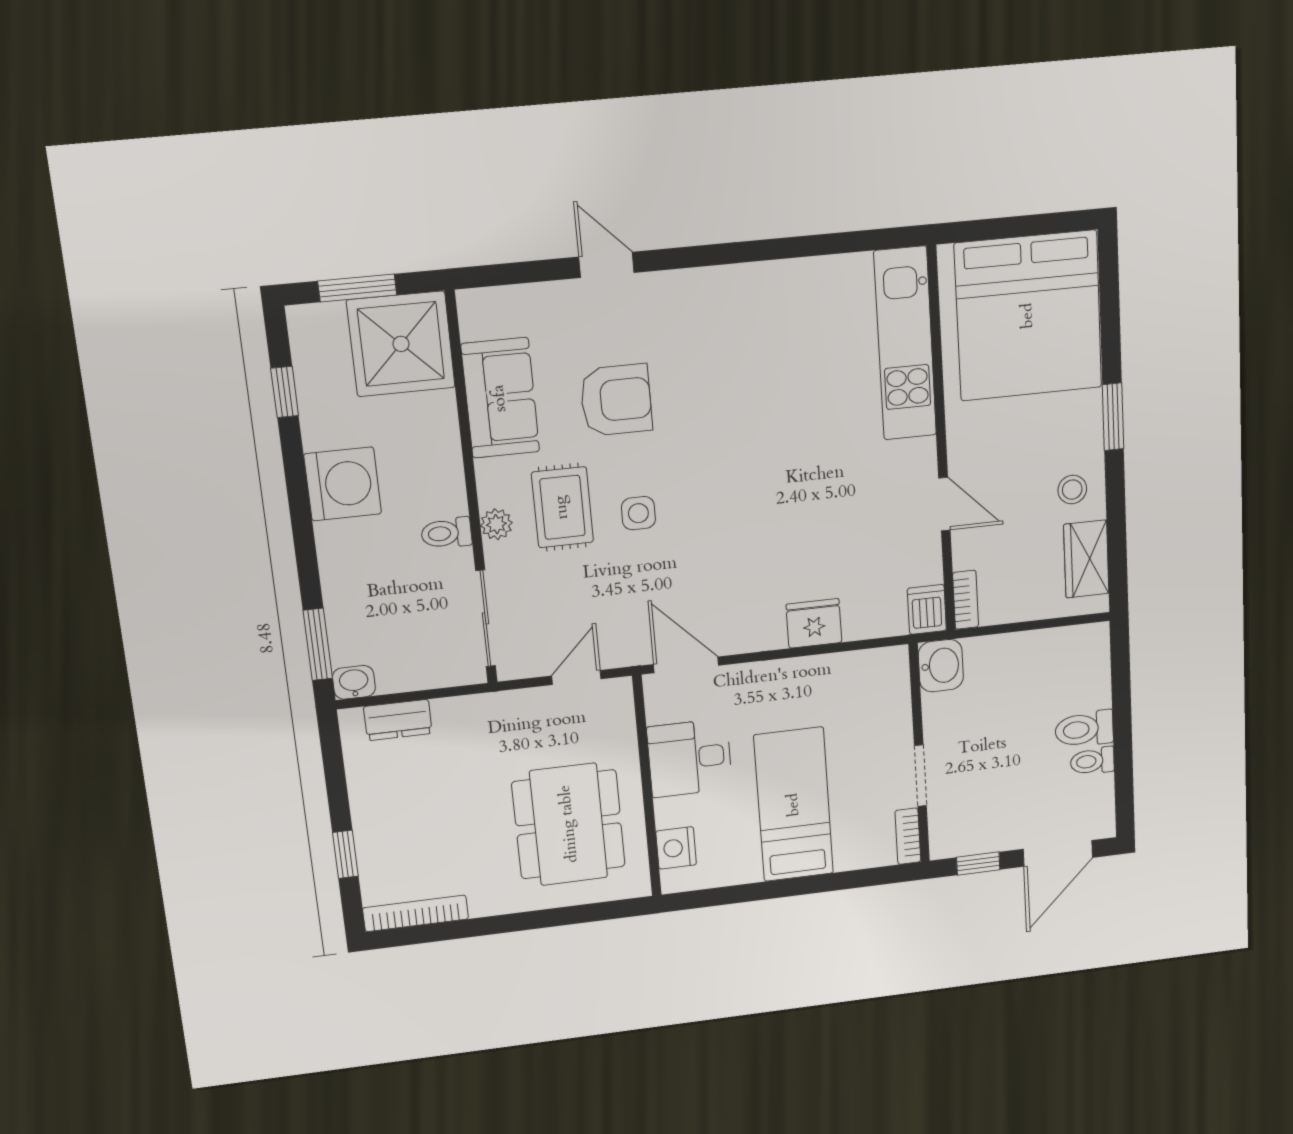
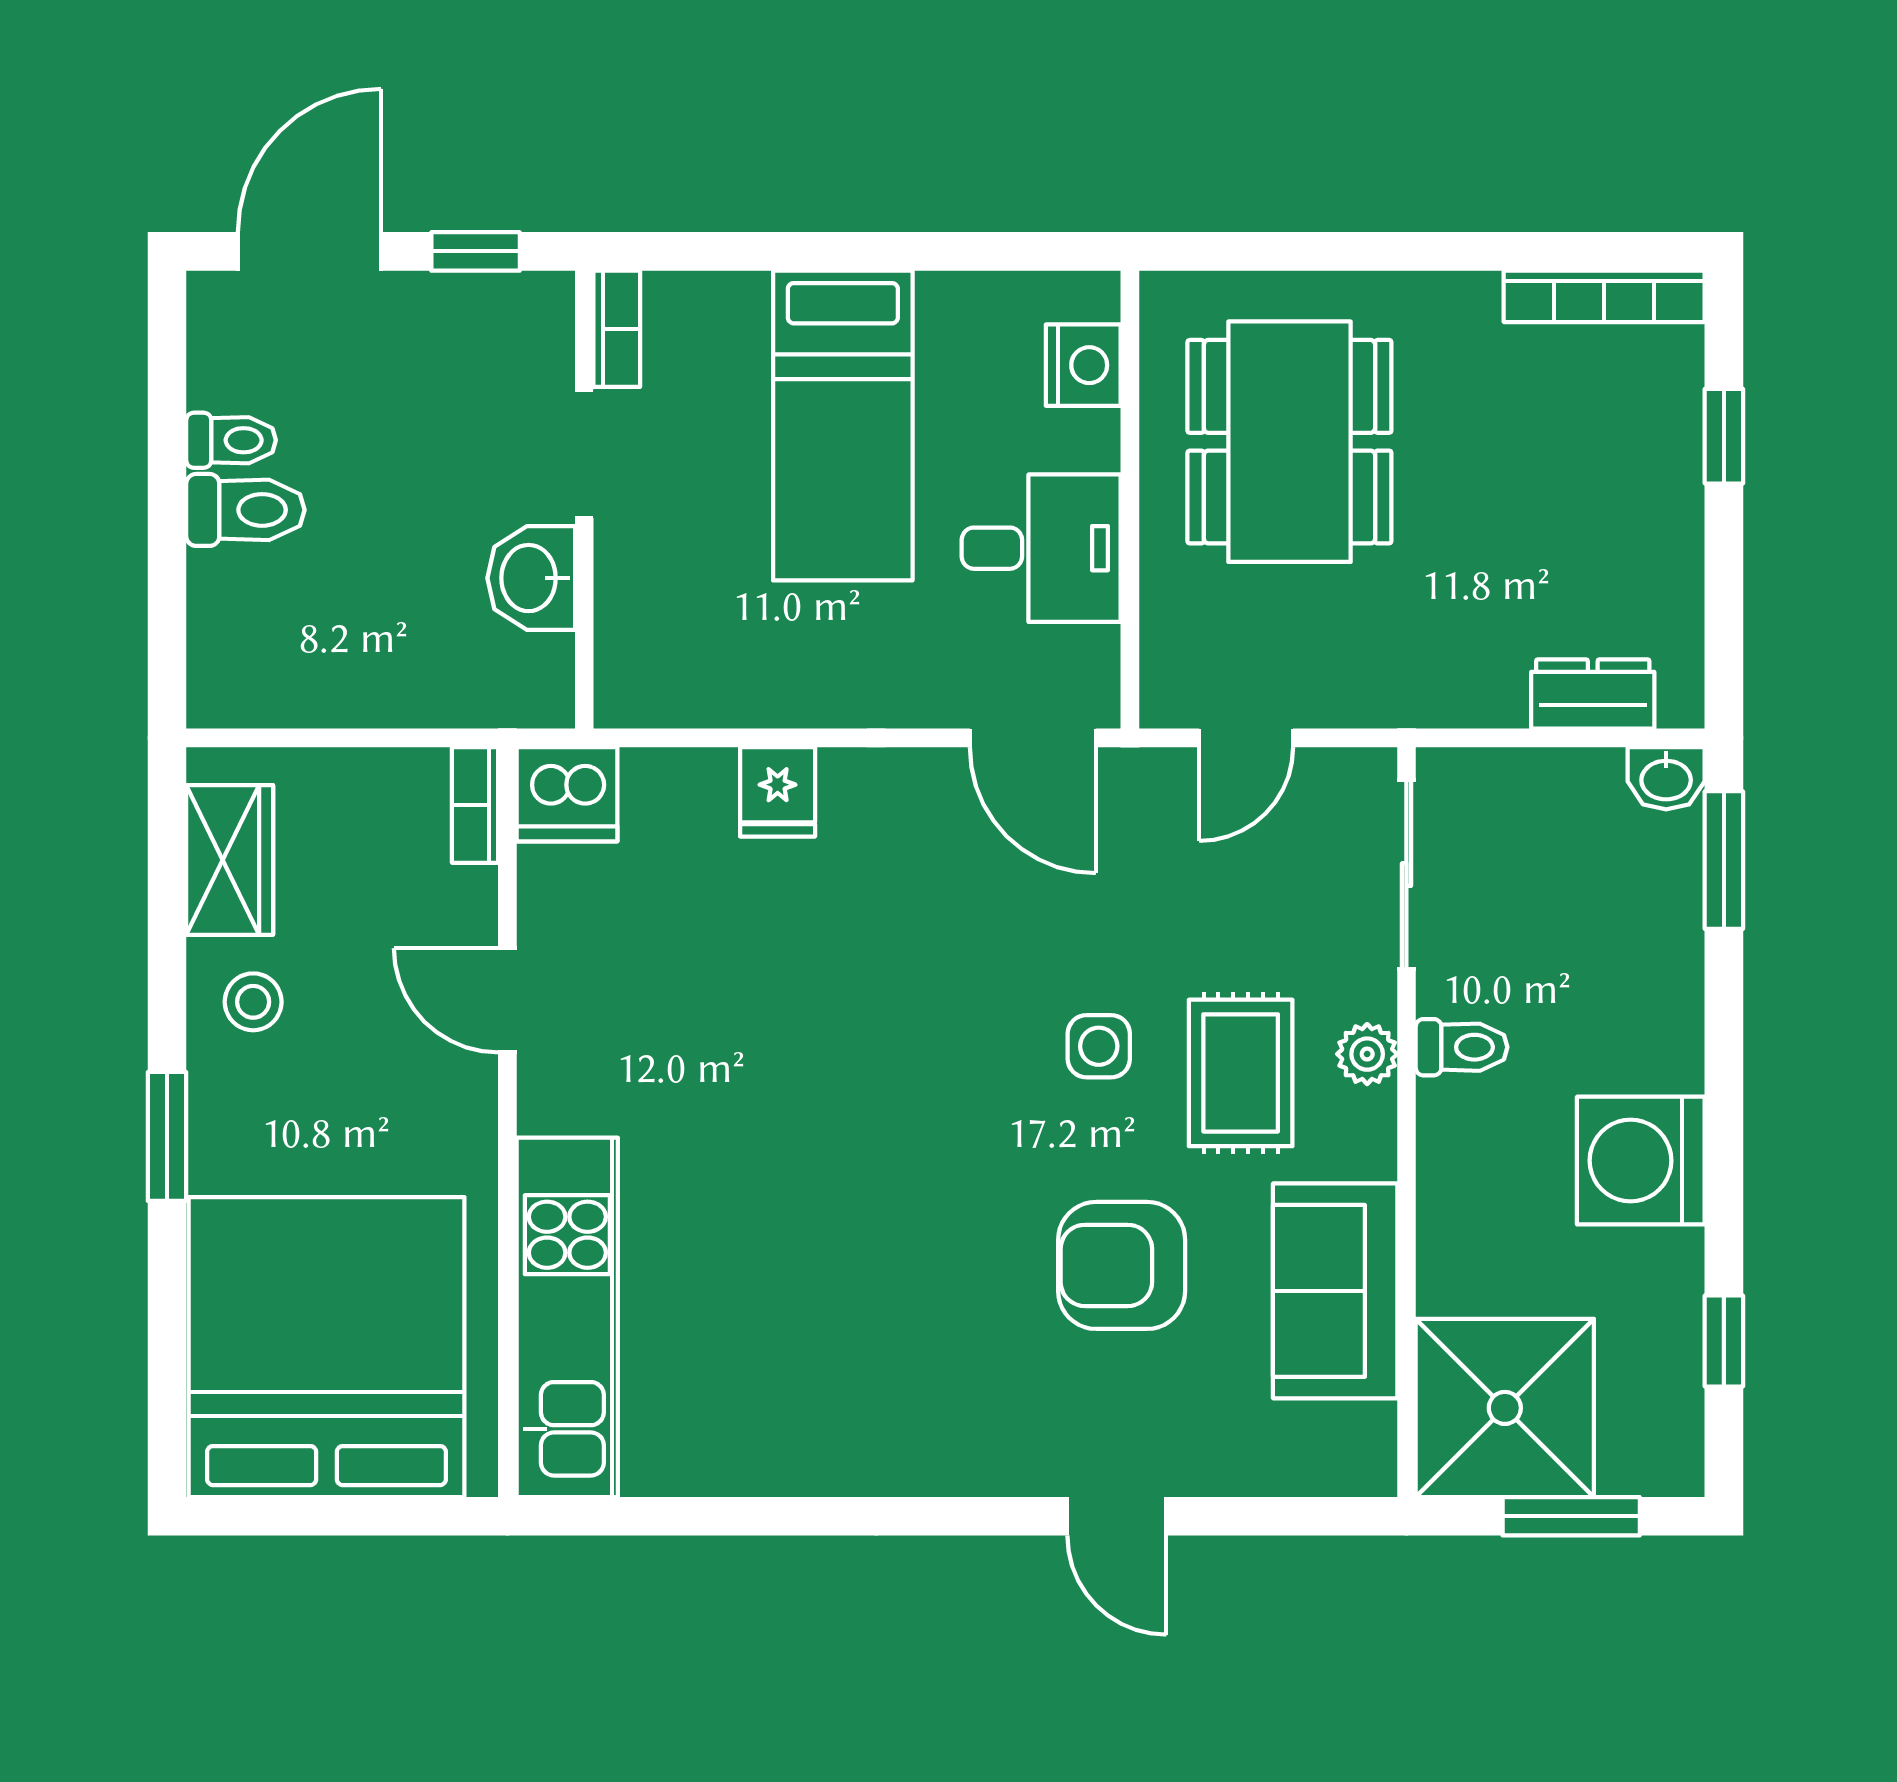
dishwasher: (927, 609) -> (567, 794), width x1.38
fridge: (814, 623) -> (778, 792), width x0.72
washbasin: (941, 666) -> (531, 578), moved

